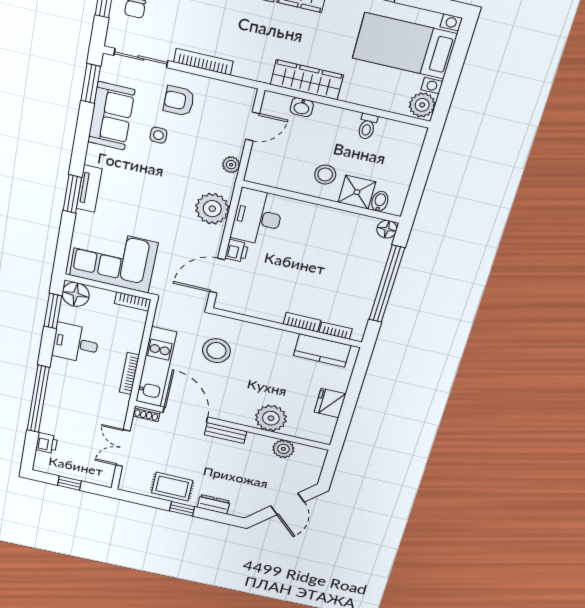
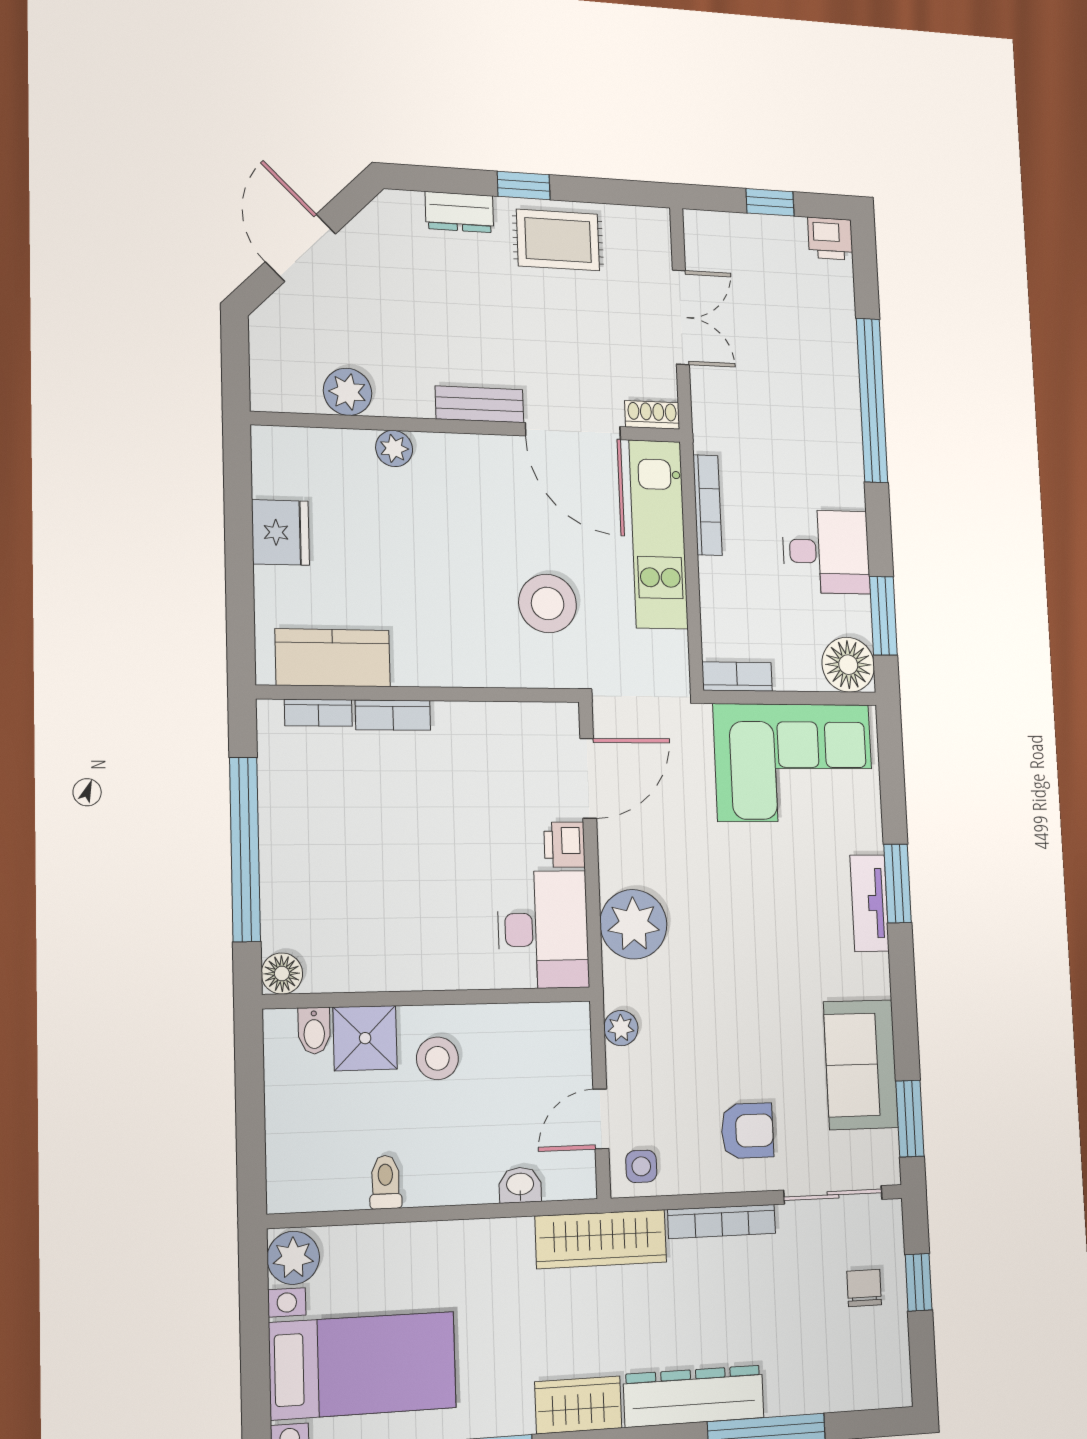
wardrobe: (307, 80) -> (601, 1239), moved
side table: (158, 135) -> (641, 1166), moved
plant: (271, 418) -> (394, 448), width x0.53, depth x0.53
printer: (47, 443) -> (830, 239), moved, turned -90

